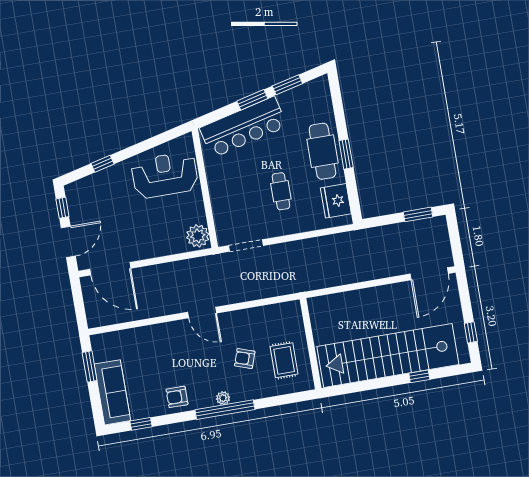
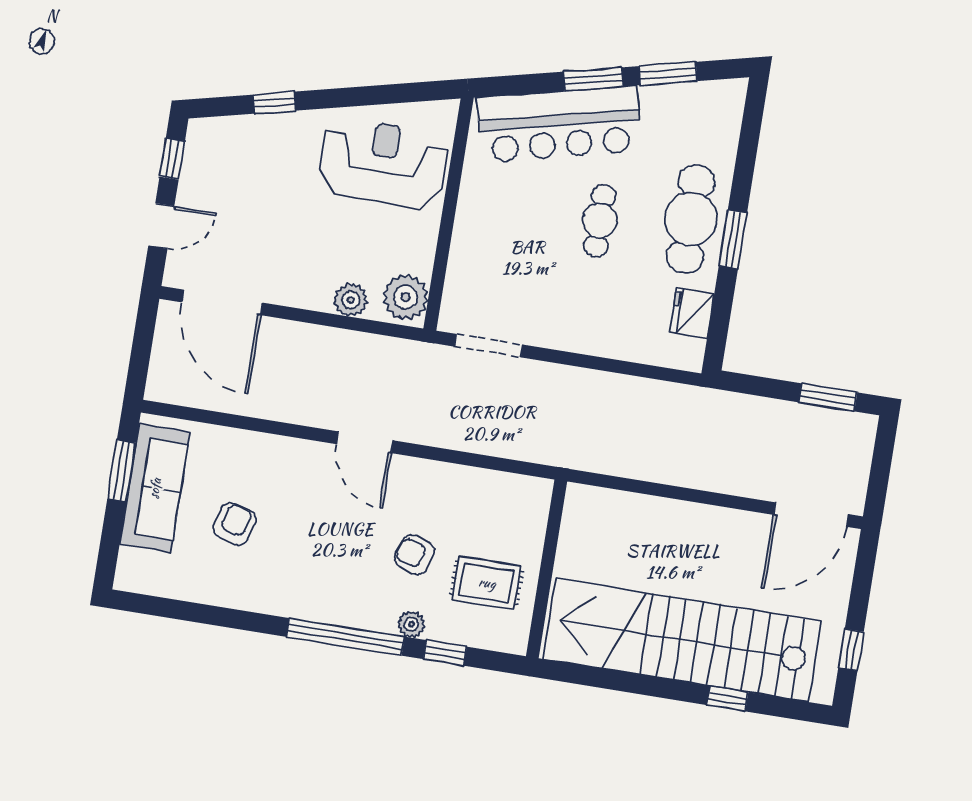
cafe table: (281, 191) -> (600, 221), moved
fridge: (336, 201) -> (692, 313), width x0.73, depth x0.75
door: (68, 242) -> (161, 226), width x0.73
plant: (172, 246) -> (351, 300), added
rug: (284, 360) -> (487, 583), turned 90
sofa: (112, 392) -> (155, 488), moved
armchair: (177, 397) -> (235, 524), moved, turned 107
plant: (223, 398) -> (411, 624), moved
window: (141, 424) -> (445, 653), moved

